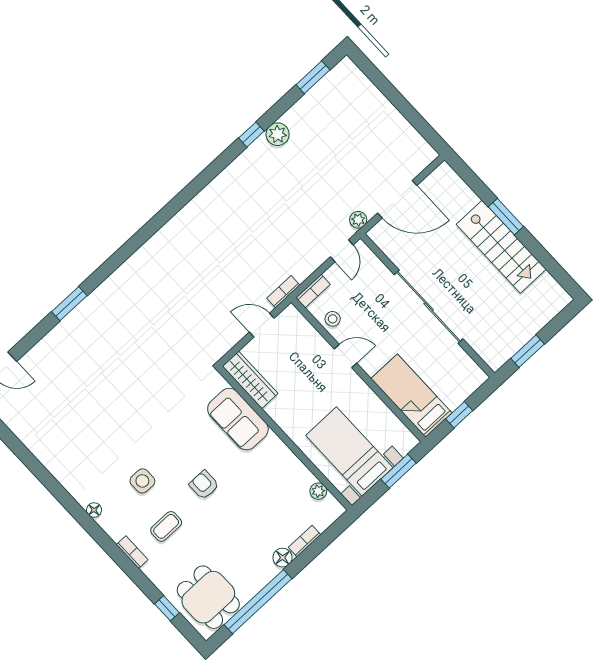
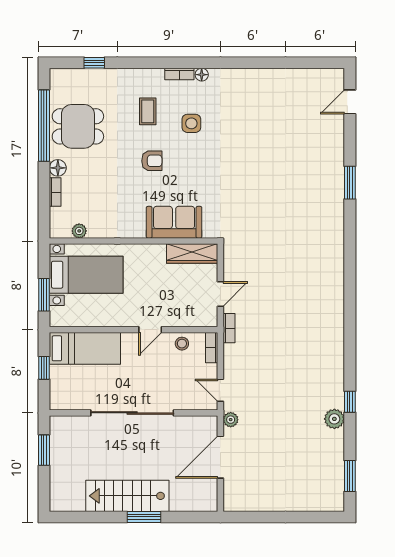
bookcase: (132, 552) -> (179, 74), moved
dining table: (208, 597) -> (78, 126), moved

